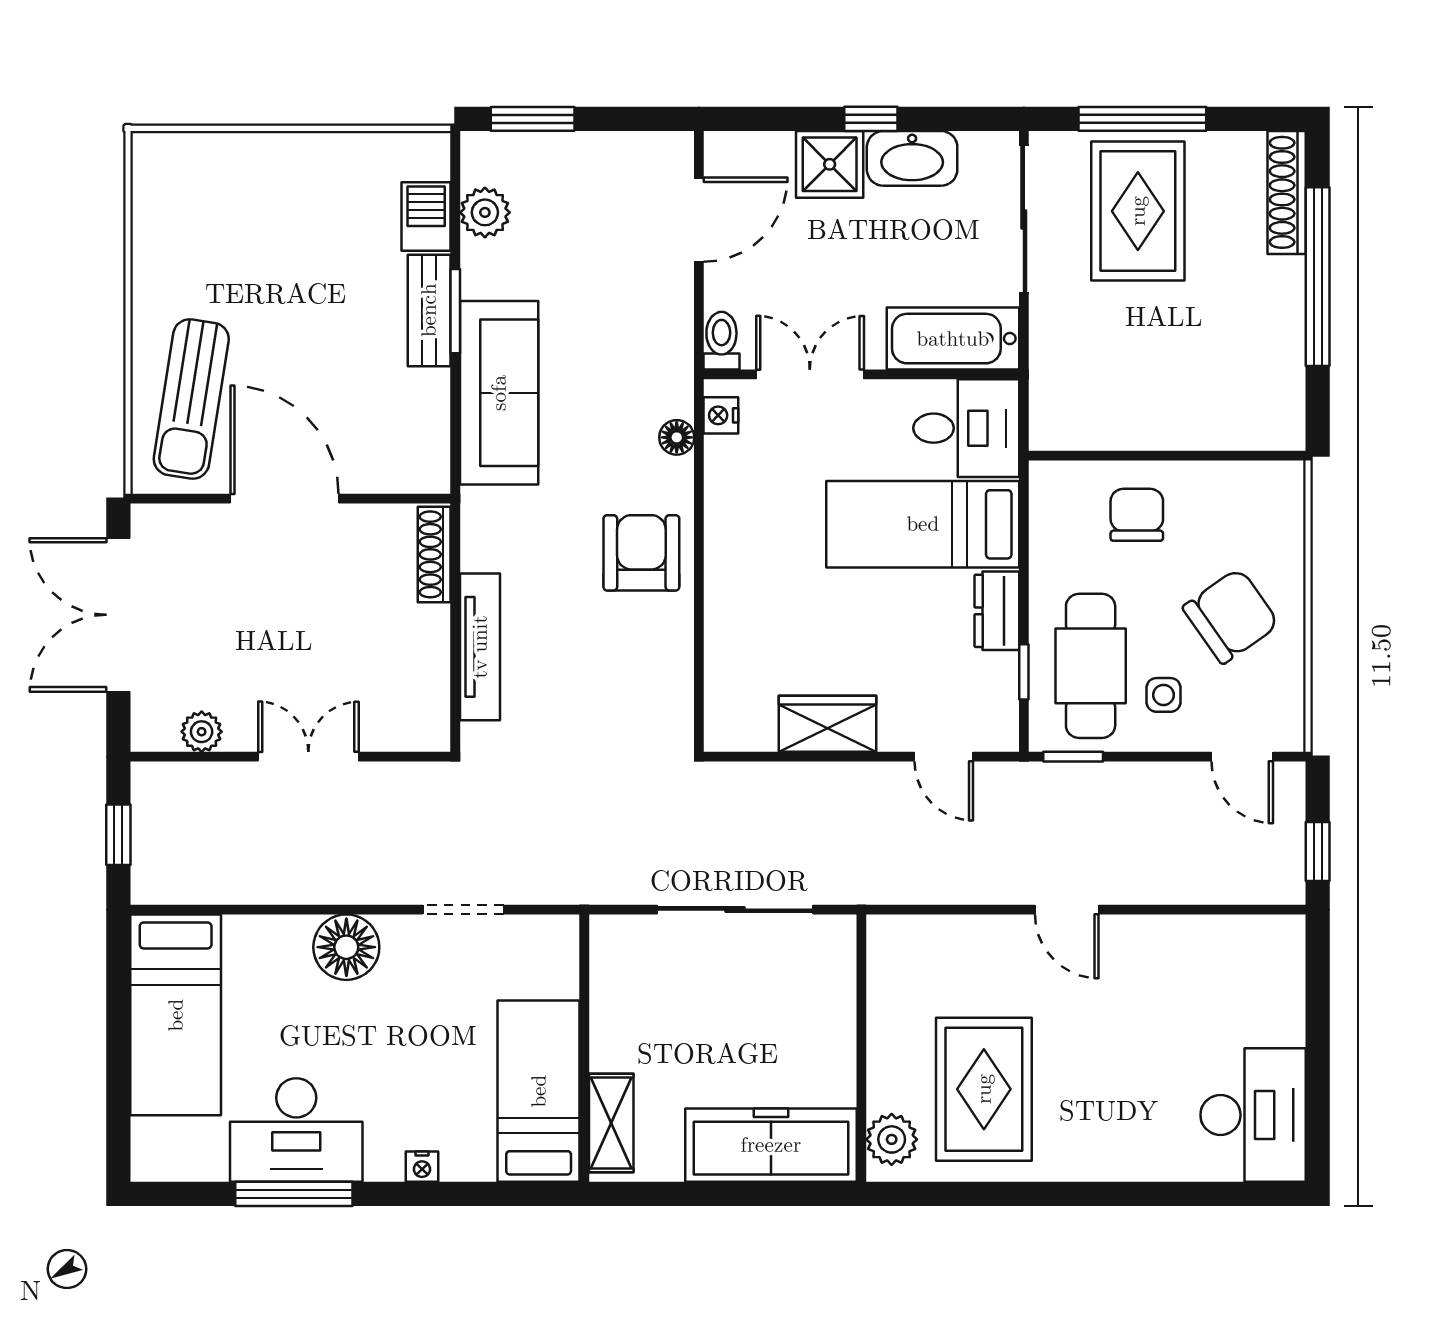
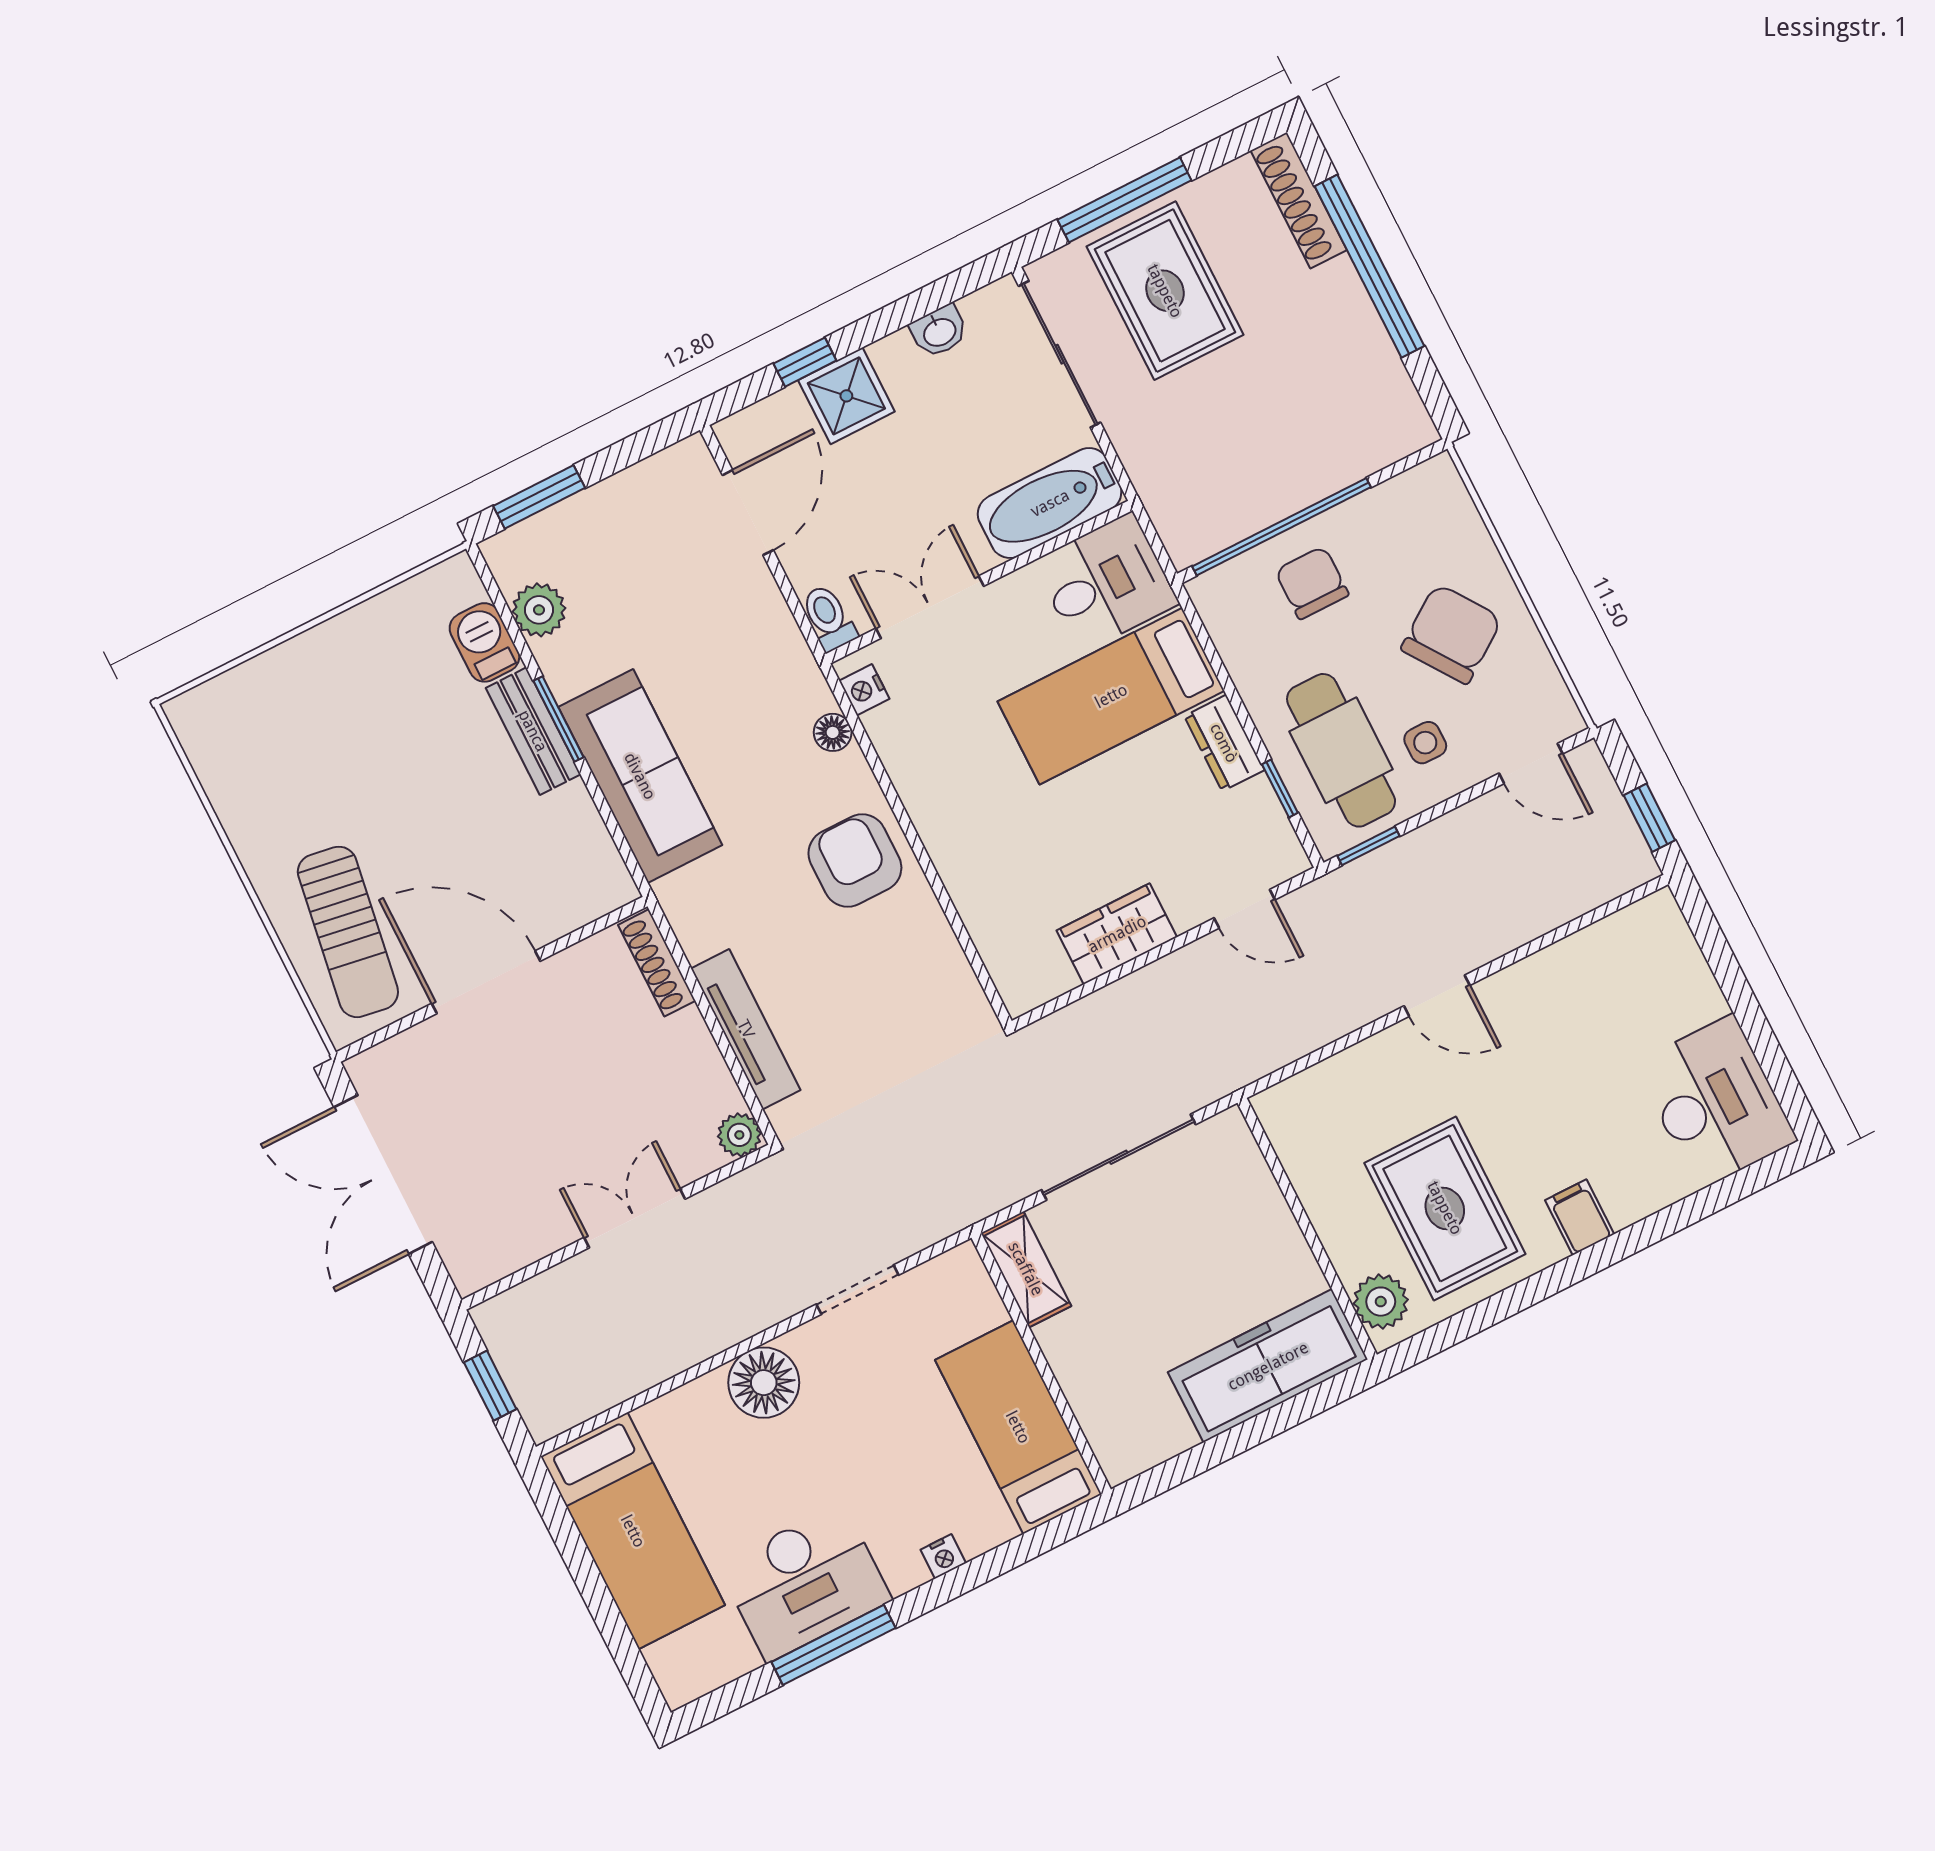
window: (871, 119) -> (805, 362), moved
washbasin: (912, 158) -> (939, 331), width x0.52, depth x0.69
window: (1135, 456) -> (1282, 527), added
plant: (202, 732) -> (739, 1135), moved
shelving: (611, 1123) -> (1026, 1269), moved
filing cabinet: (1092, 1153) -> (1580, 1217), added

